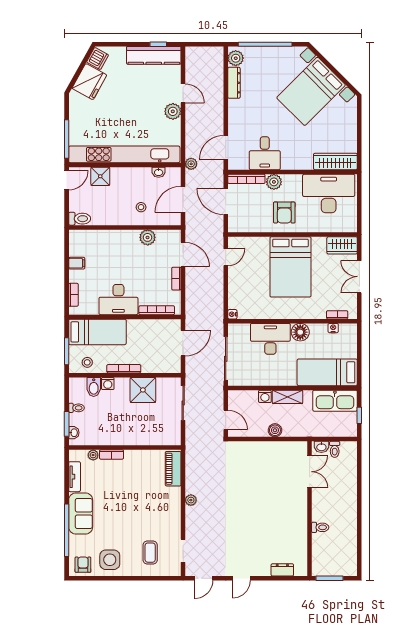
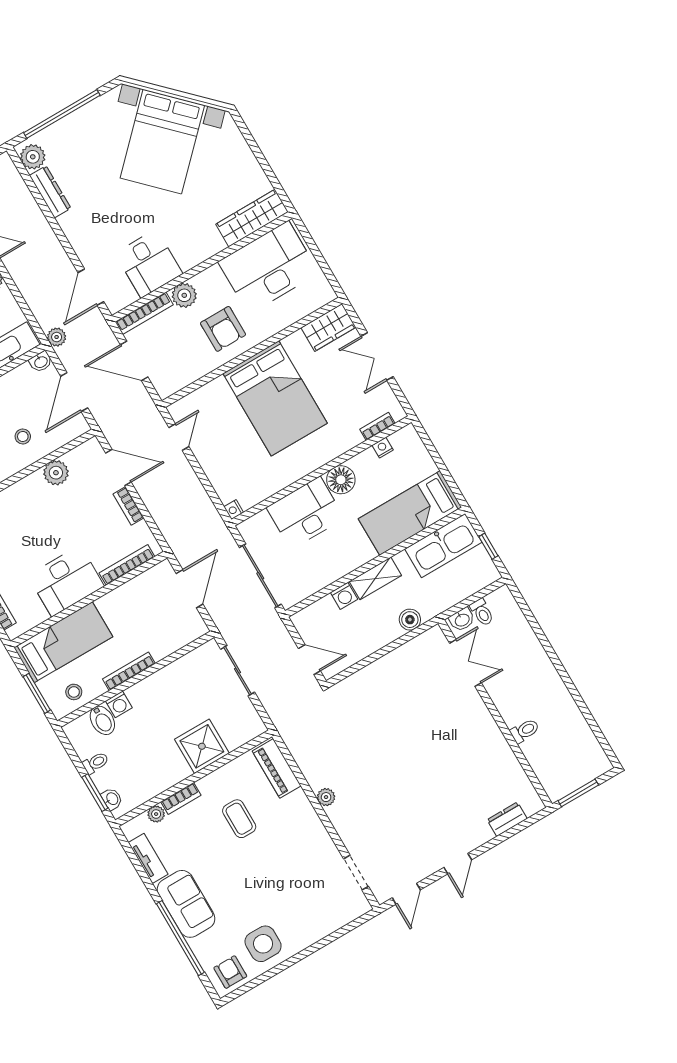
washbasin: (159, 172) -> (41, 362), moved
shower: (143, 390) -> (202, 746), moved
boiler: (275, 430) -> (410, 620), moved
coffee table: (150, 553) -> (239, 819), moved

